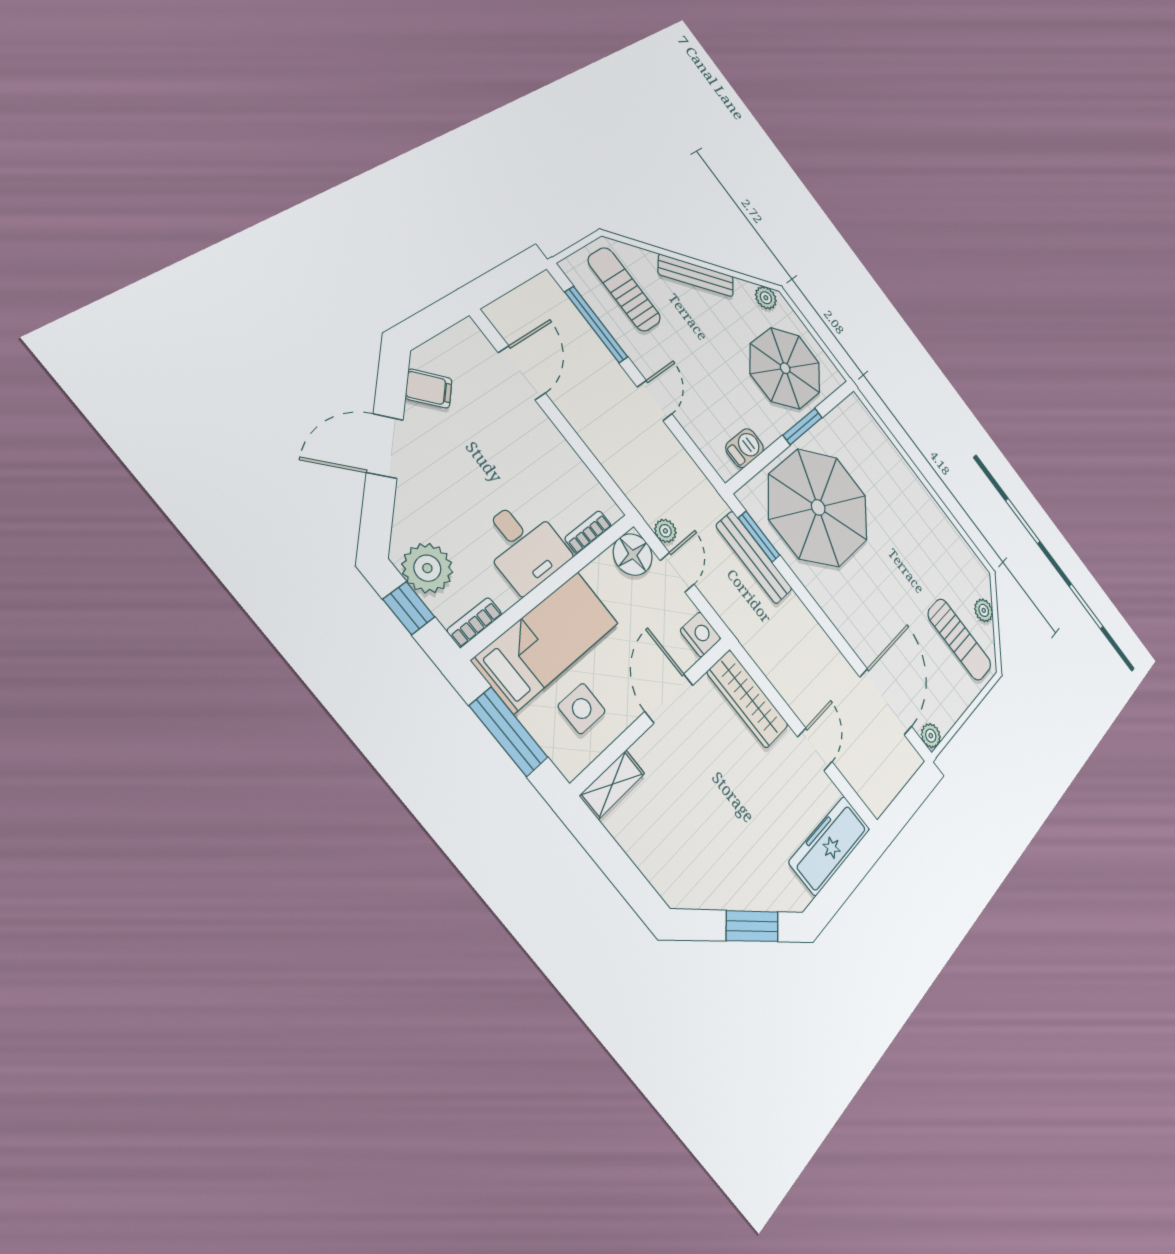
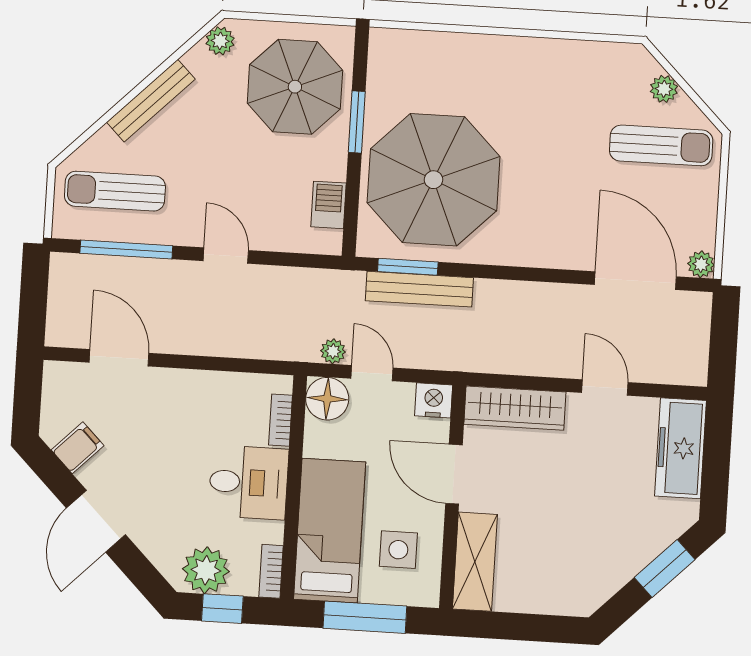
shelving: (612, 784) -> (475, 562), width x1.50, depth x1.33

